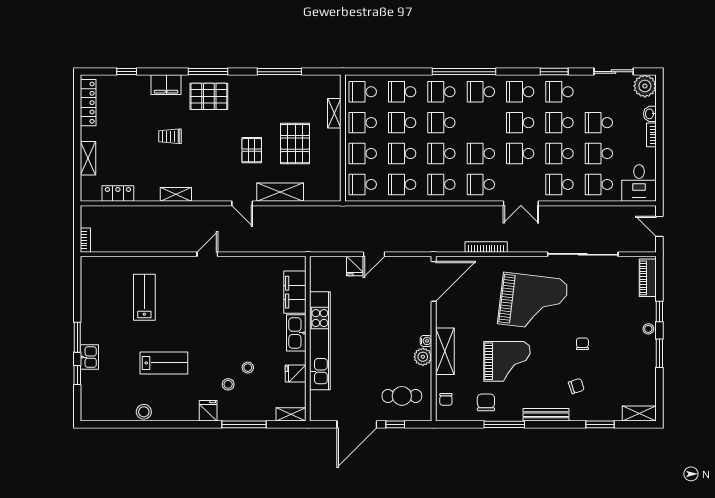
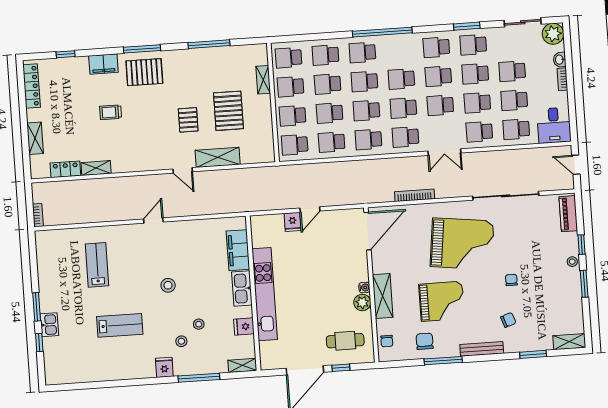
school desk: (481, 92) -> (401, 79), moved
shelving: (176, 194) -> (96, 168), moved
stool: (144, 412) -> (168, 285), moved

